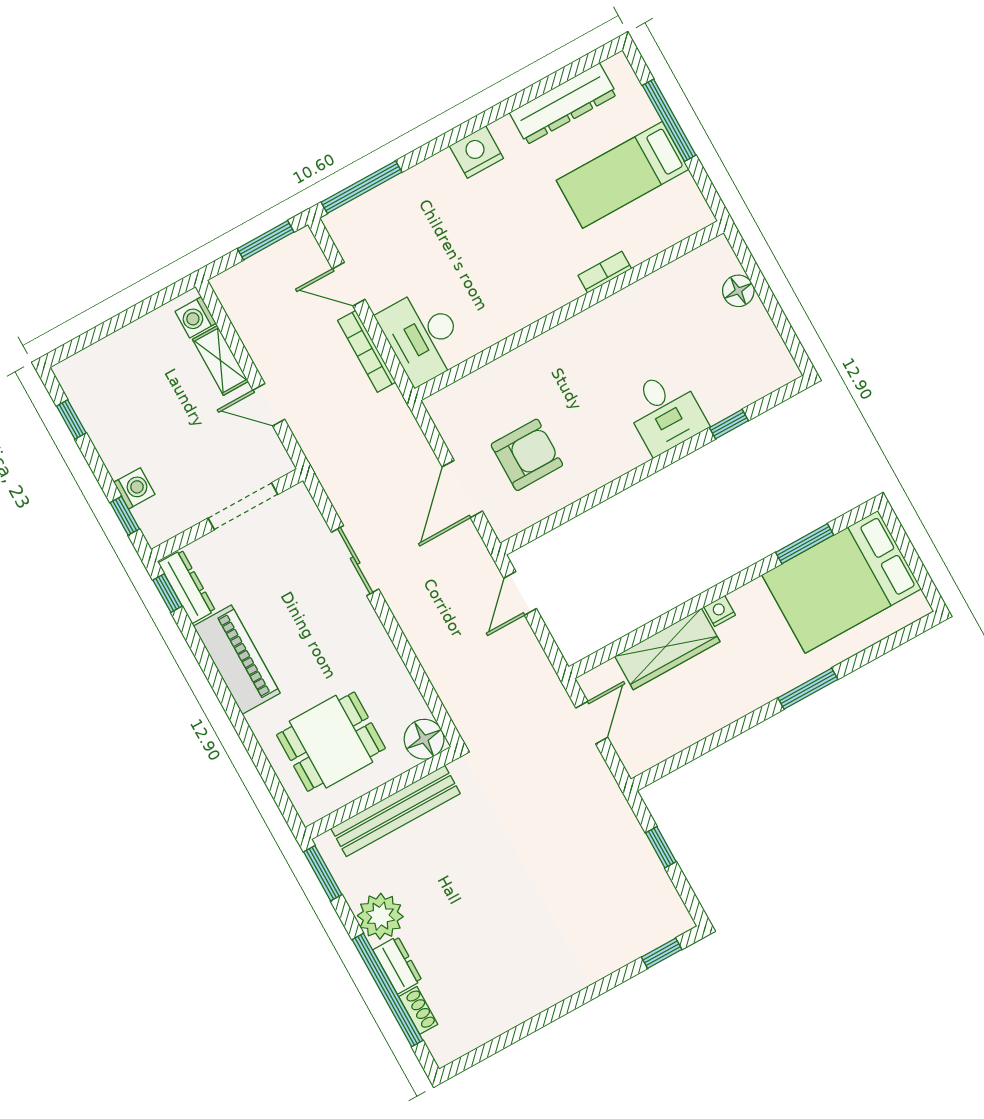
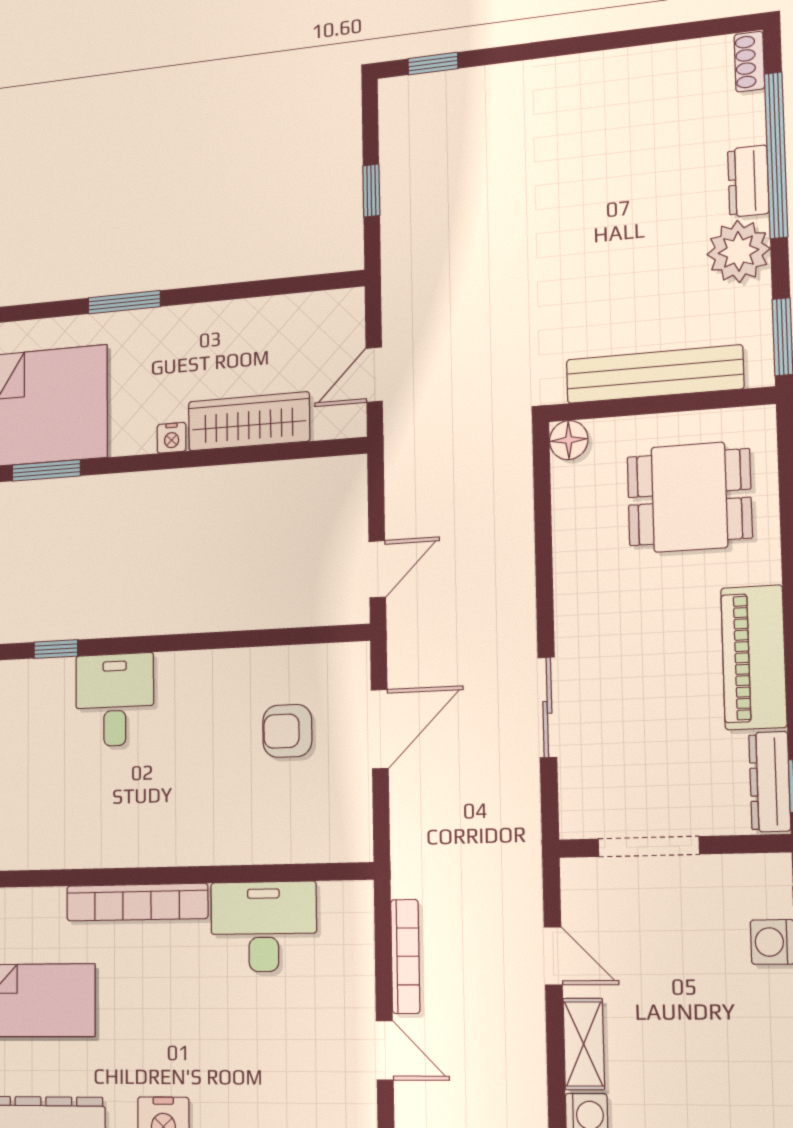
bookcase: (605, 272) -> (137, 902), width x2.31, depth x1.31
desk: (423, 336) -> (264, 927), moved, turned -90
armchair: (527, 455) -> (287, 731), width x0.72, depth x0.72
floor lamp: (424, 739) -> (569, 440), width x0.73, depth x0.73
shoe rack: (418, 1010) -> (749, 62), moved

